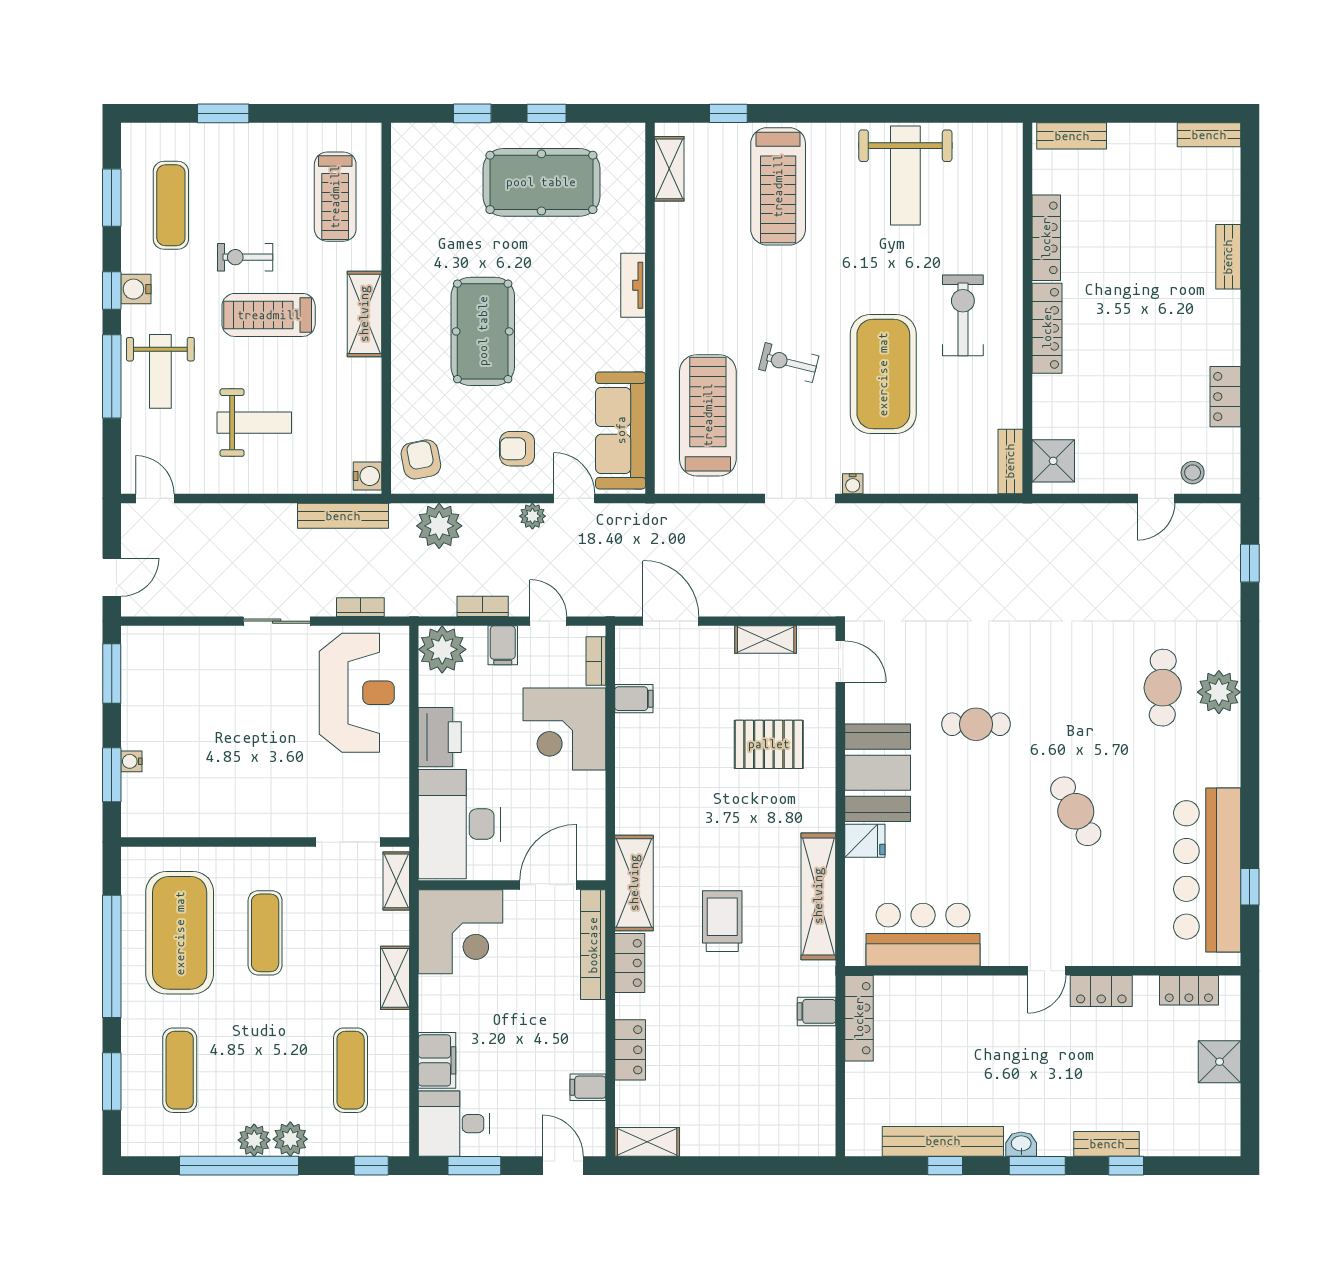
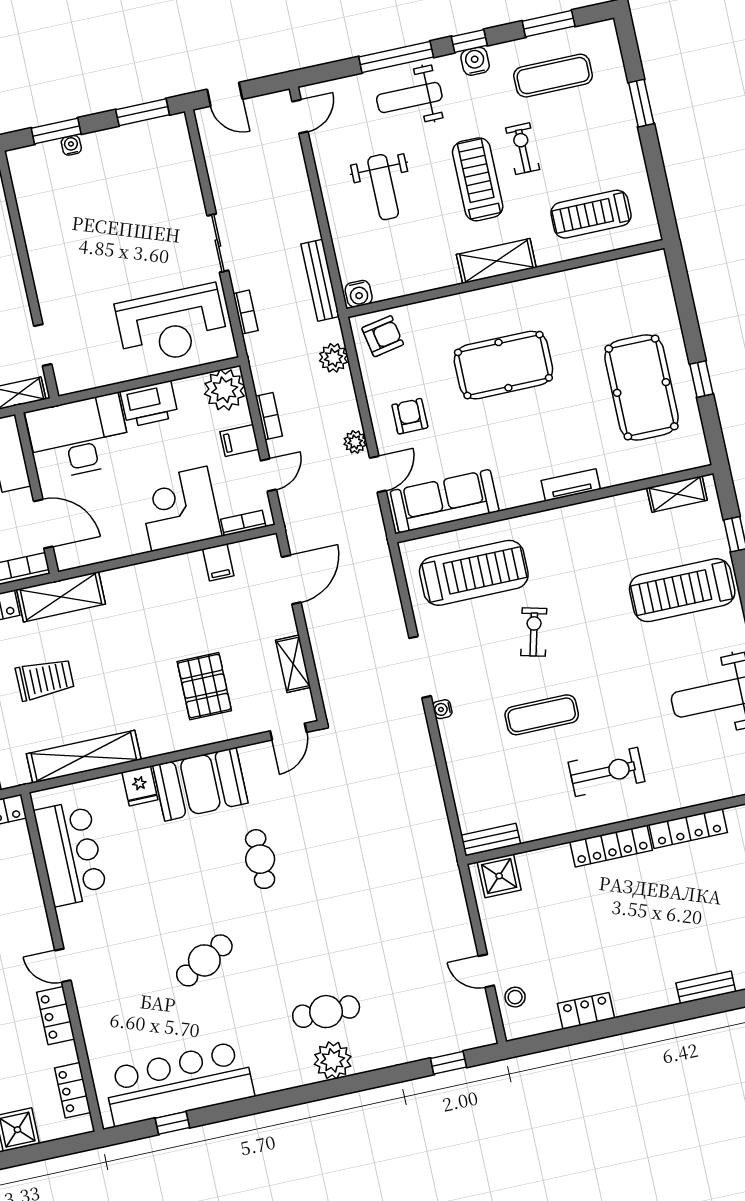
window: (472, 113) -> (688, 316), removed
exercise mat: (883, 374) -> (542, 715), width x0.50, depth x0.69
plant: (439, 526) -> (334, 358), width x0.73, depth x0.73
doorway: (348, 842) -> (43, 345), width x0.73

